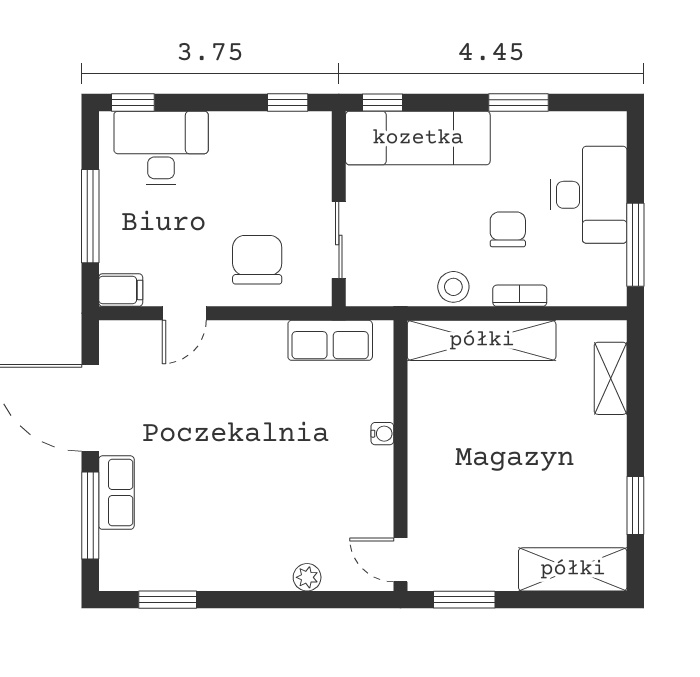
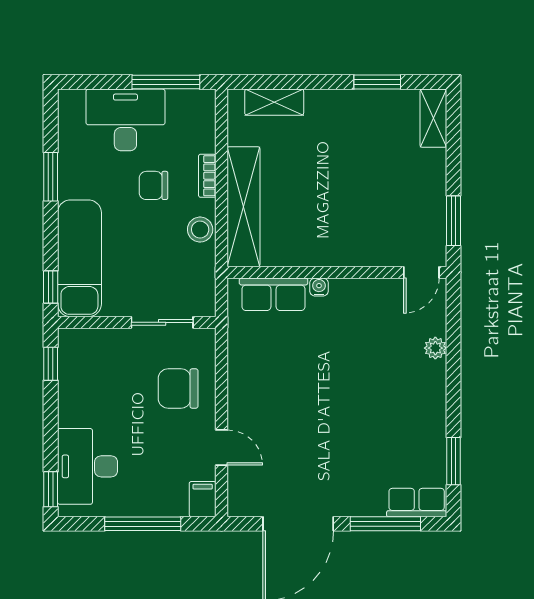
row of seats: (330, 340) -> (274, 294), moved, turned 90
row of seats: (116, 493) -> (417, 503), moved
shelving: (573, 569) -> (433, 118), width x0.67, depth x0.75

